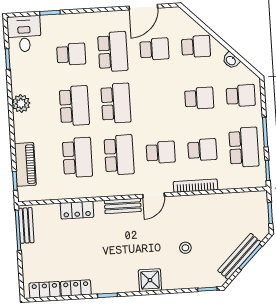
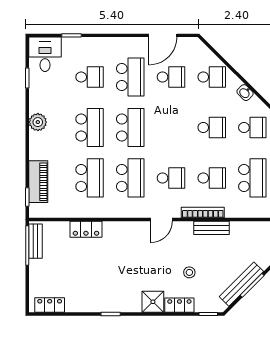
bench: (123, 206) -> (211, 228), moved
locker: (76, 288) -> (179, 305), moved

